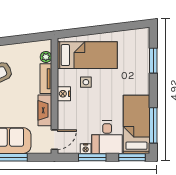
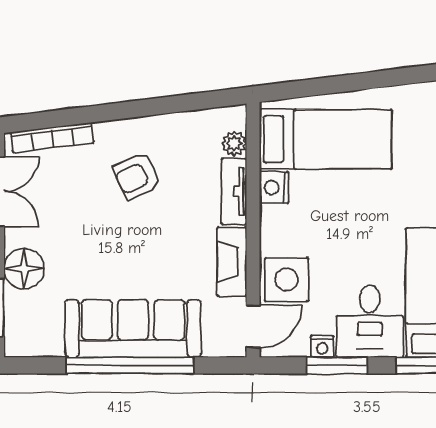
side table: (86, 82) -> (287, 280), moved, width x1.87, depth x1.87
nightstand: (64, 94) -> (274, 187), moved

